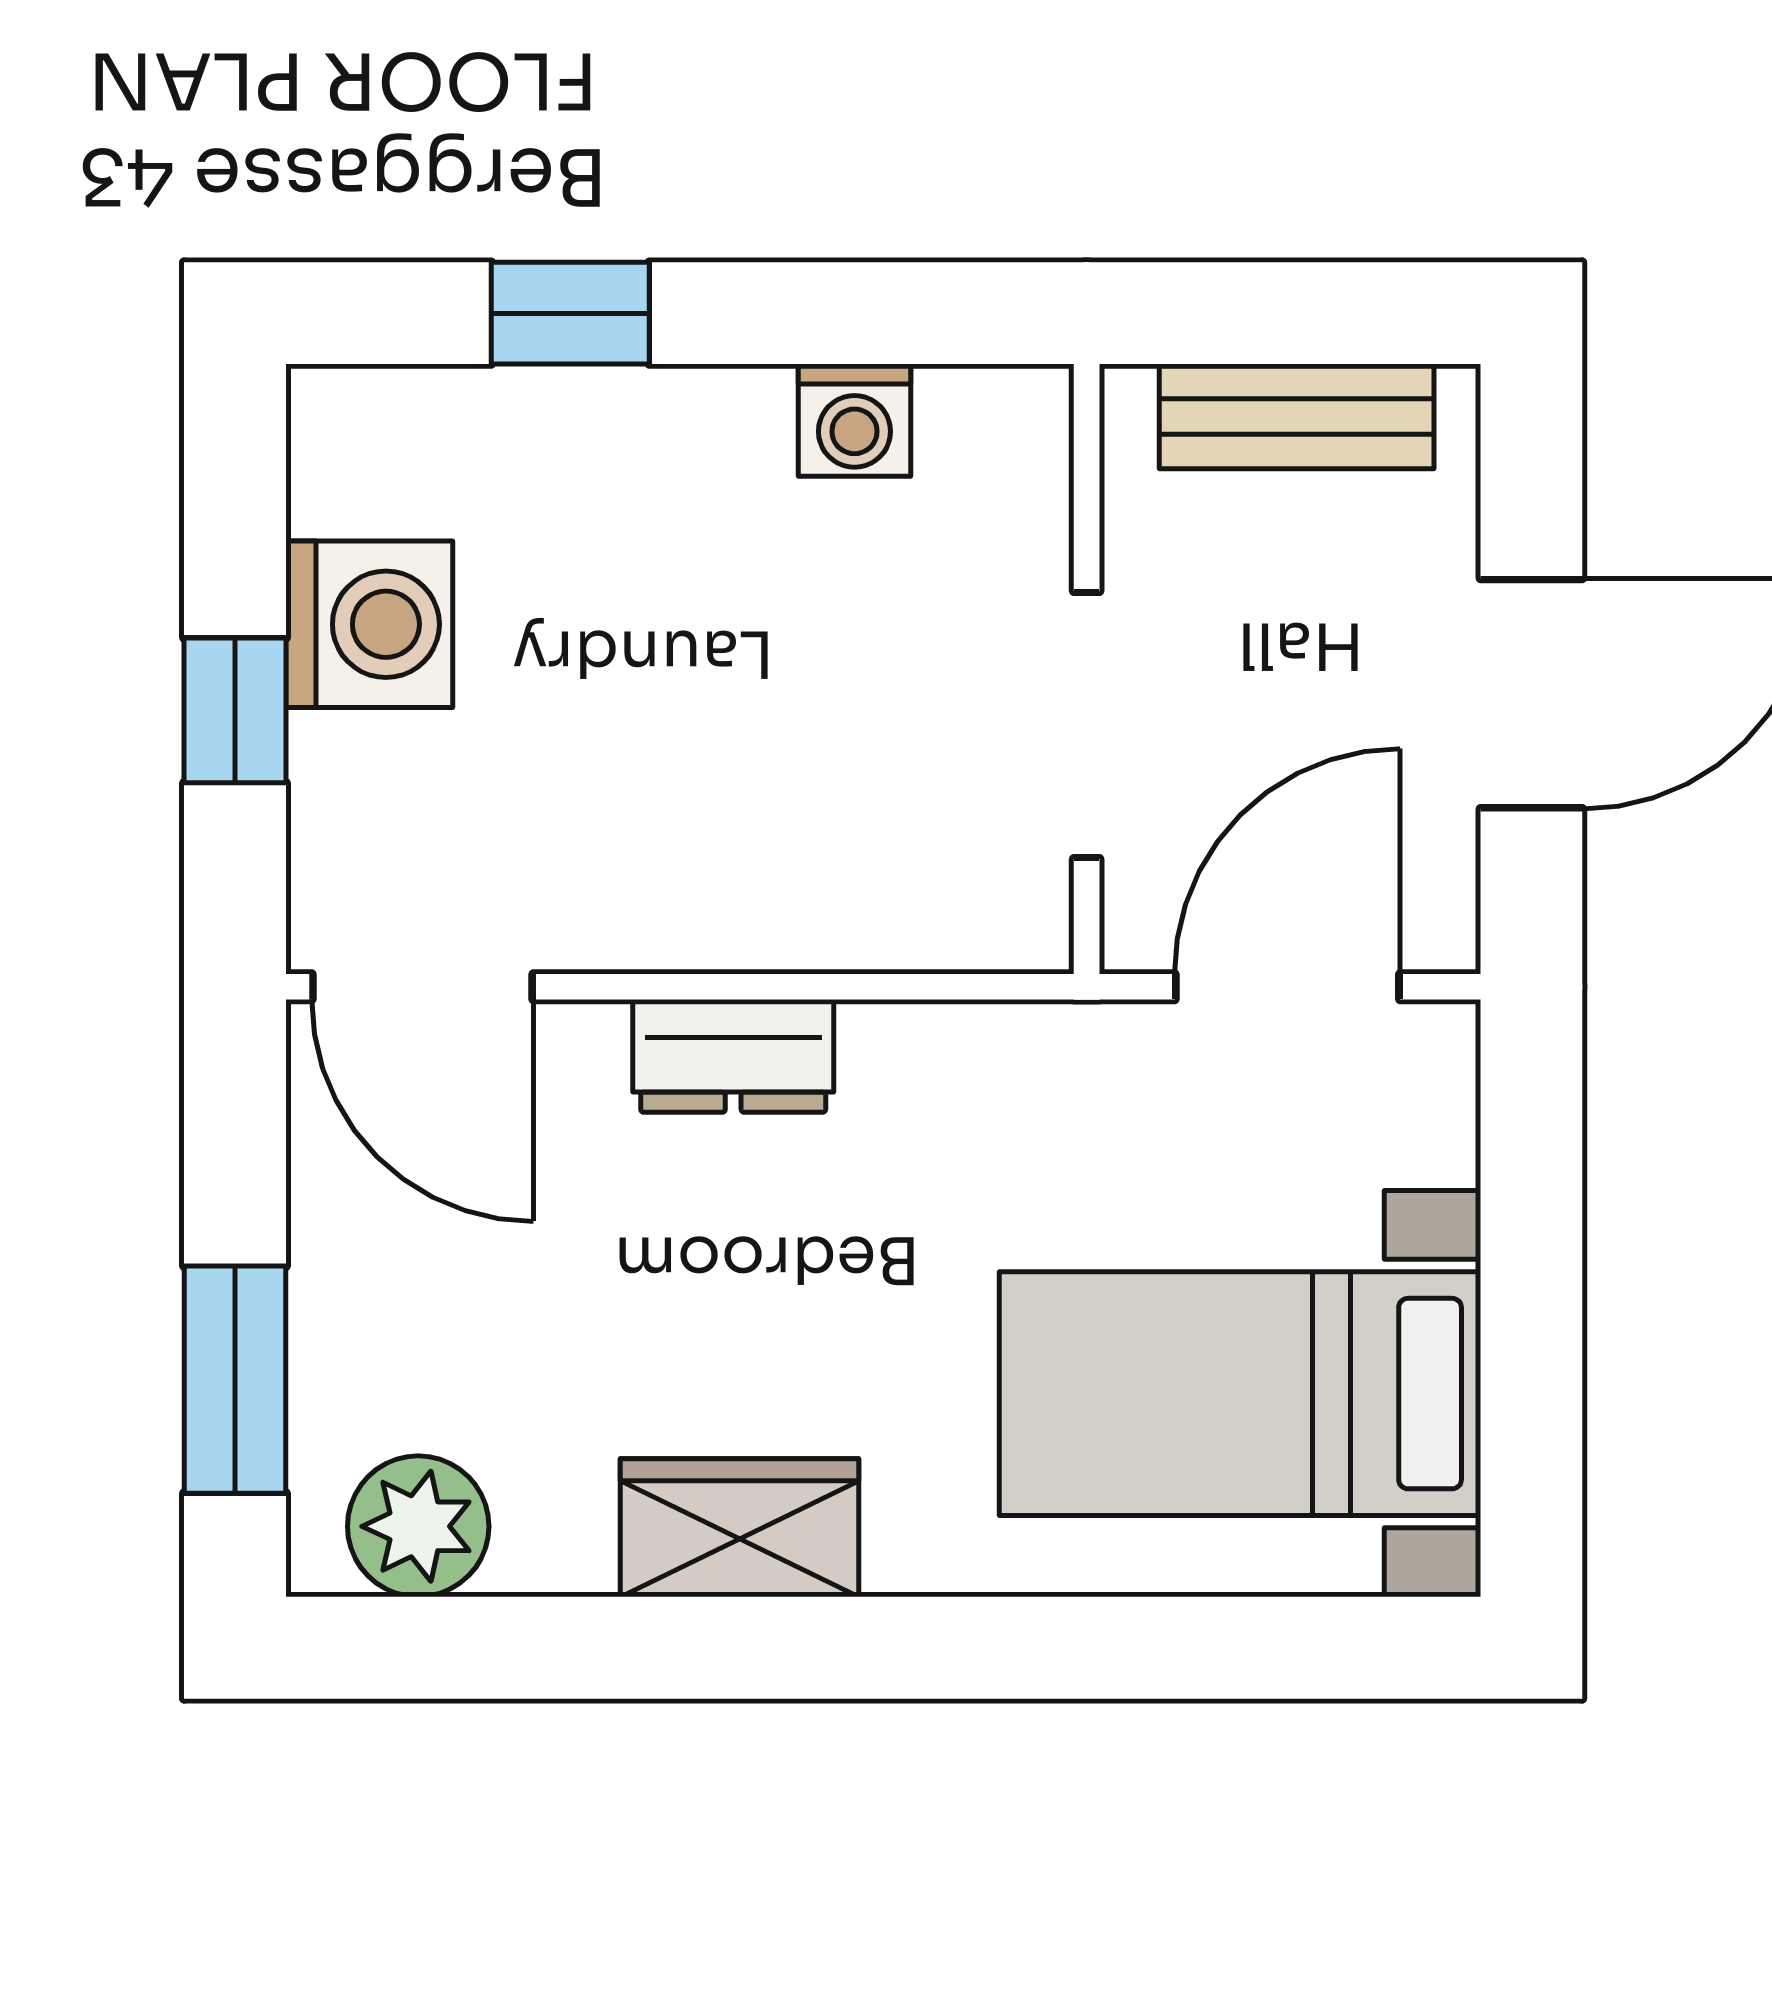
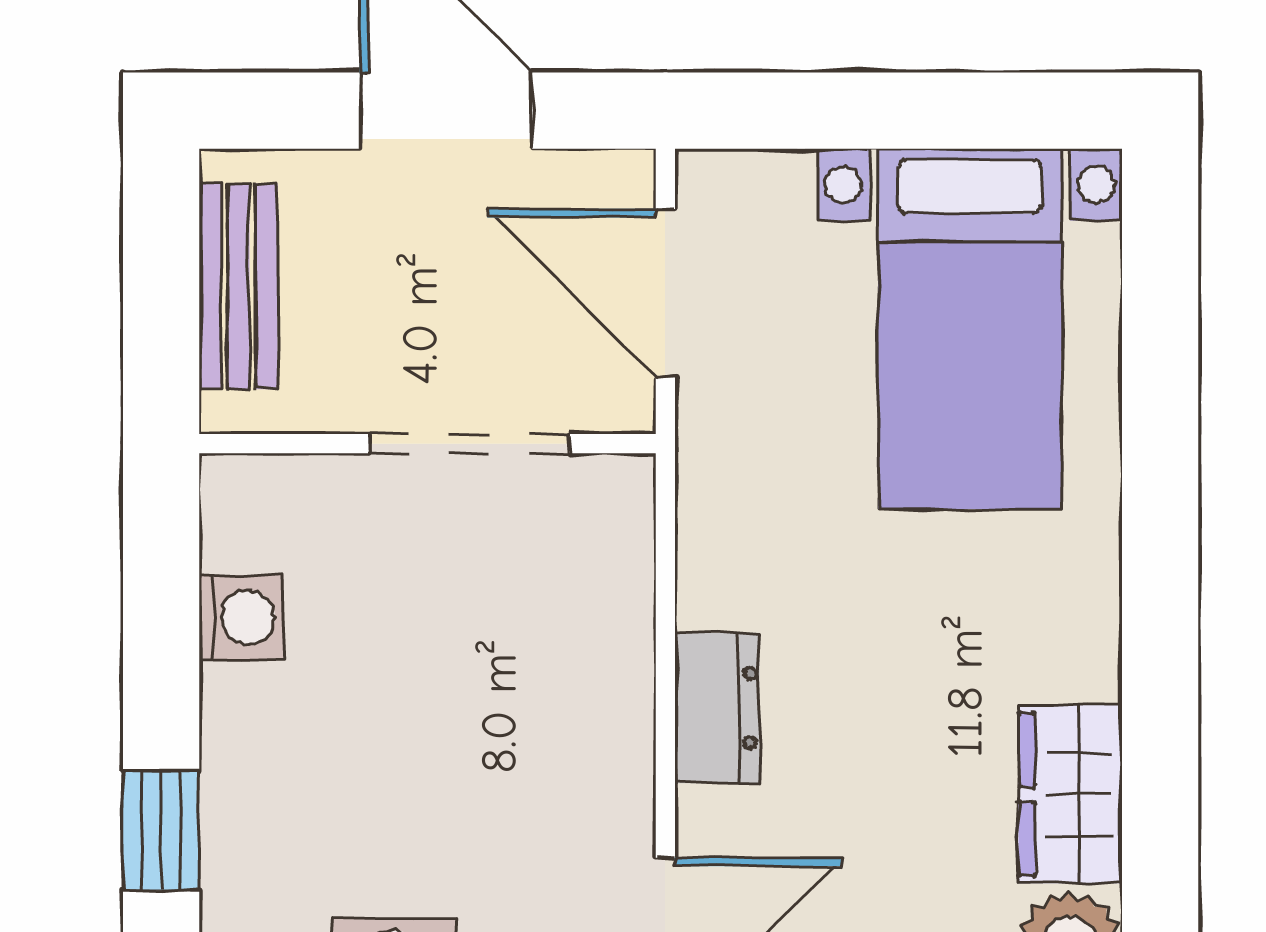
wardrobe: (740, 1528) -> (1070, 794), moved

